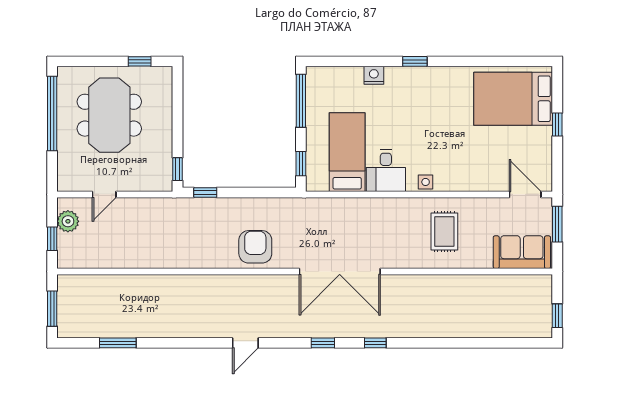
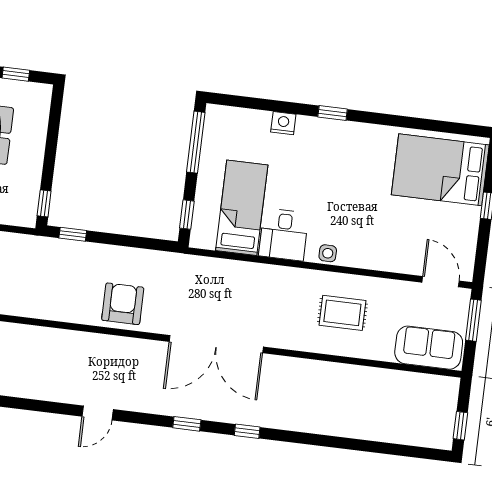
rug: (444, 231) -> (342, 313), turned 90

